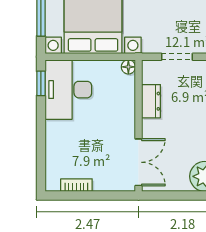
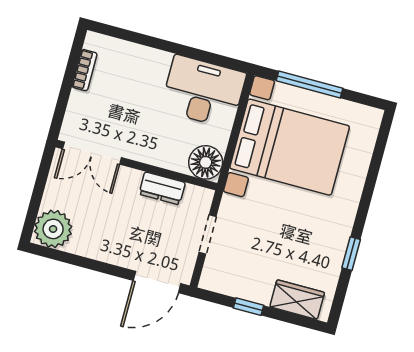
floor lamp: (128, 67) -> (206, 162), width x1.89, depth x1.89
window: (41, 83) -> (220, 60), removed

